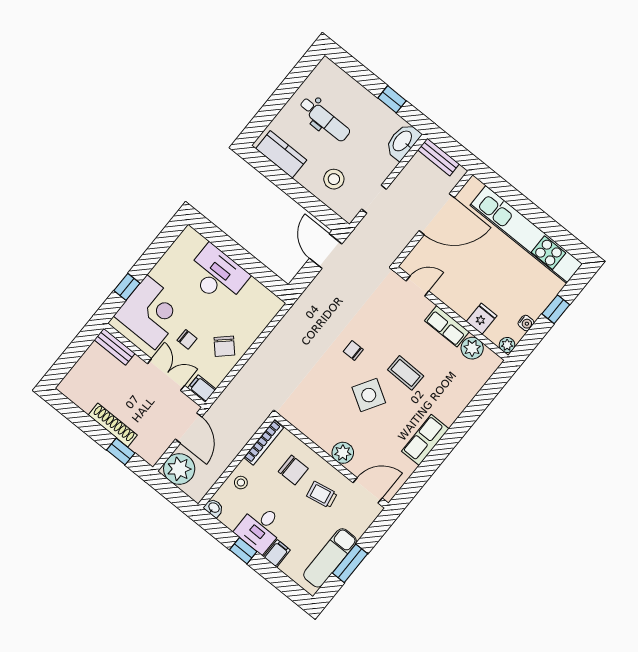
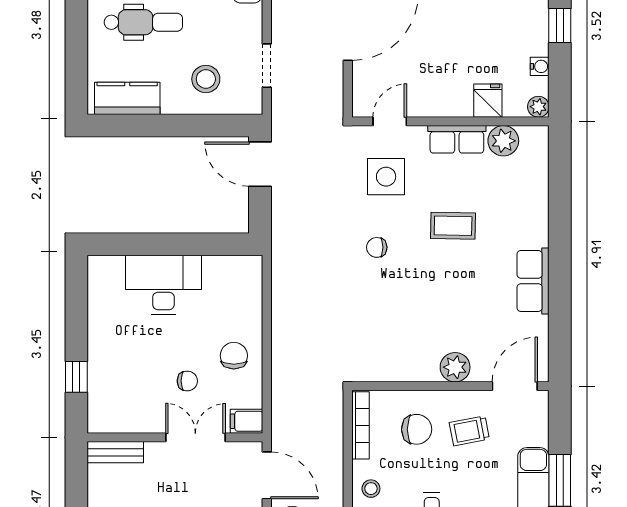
corner desk: (151, 312) -> (125, 383), removed
chair: (224, 346) -> (234, 356), turned -137
side table: (369, 395) -> (386, 177), moved, turned -31

